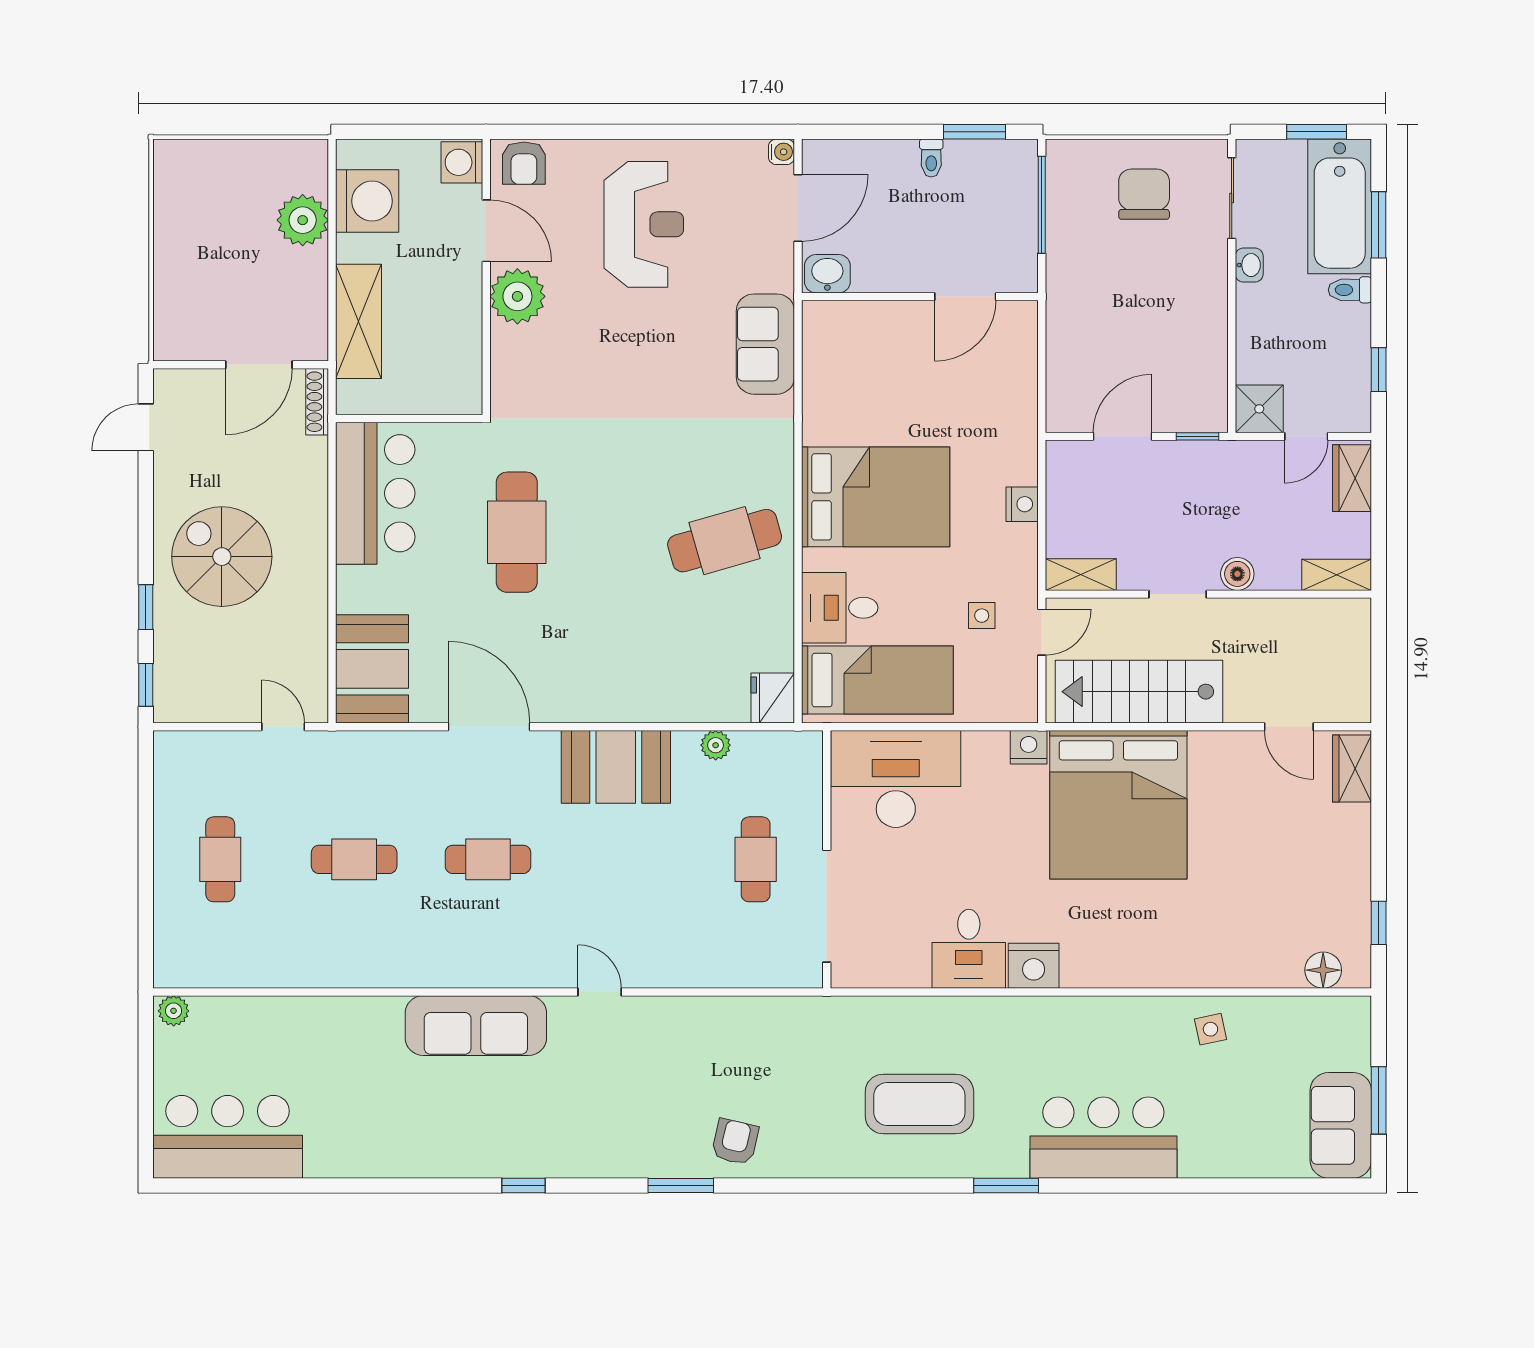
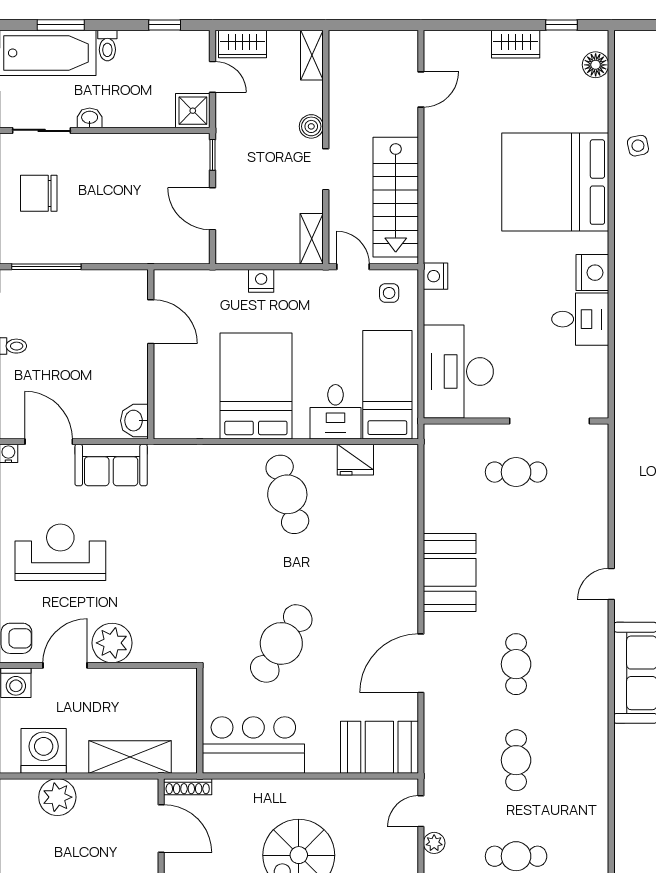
washbasin: (827, 274) -> (134, 421), moved
wall: (920, 297) -> (151, 354), moved
door: (965, 297) -> (151, 322), moved
sofa: (765, 344) -> (111, 465), moved
cafe table: (517, 532) -> (281, 643), turned -57
side table: (982, 616) -> (389, 293), moved
fridge: (773, 698) -> (355, 460), moved
plant: (716, 745) -> (434, 843), moved
wardrobe: (1352, 768) -> (516, 44), moved
bed: (1118, 805) -> (555, 182), moved, turned 180

